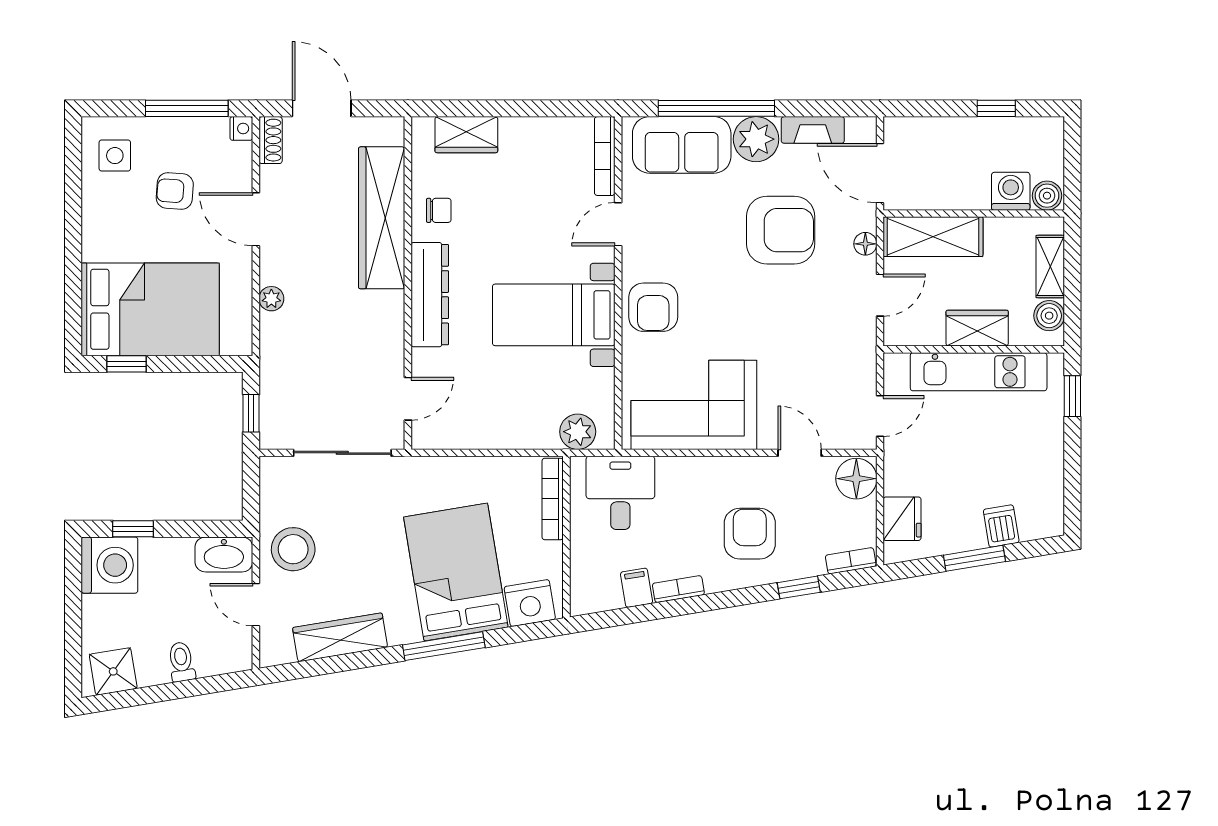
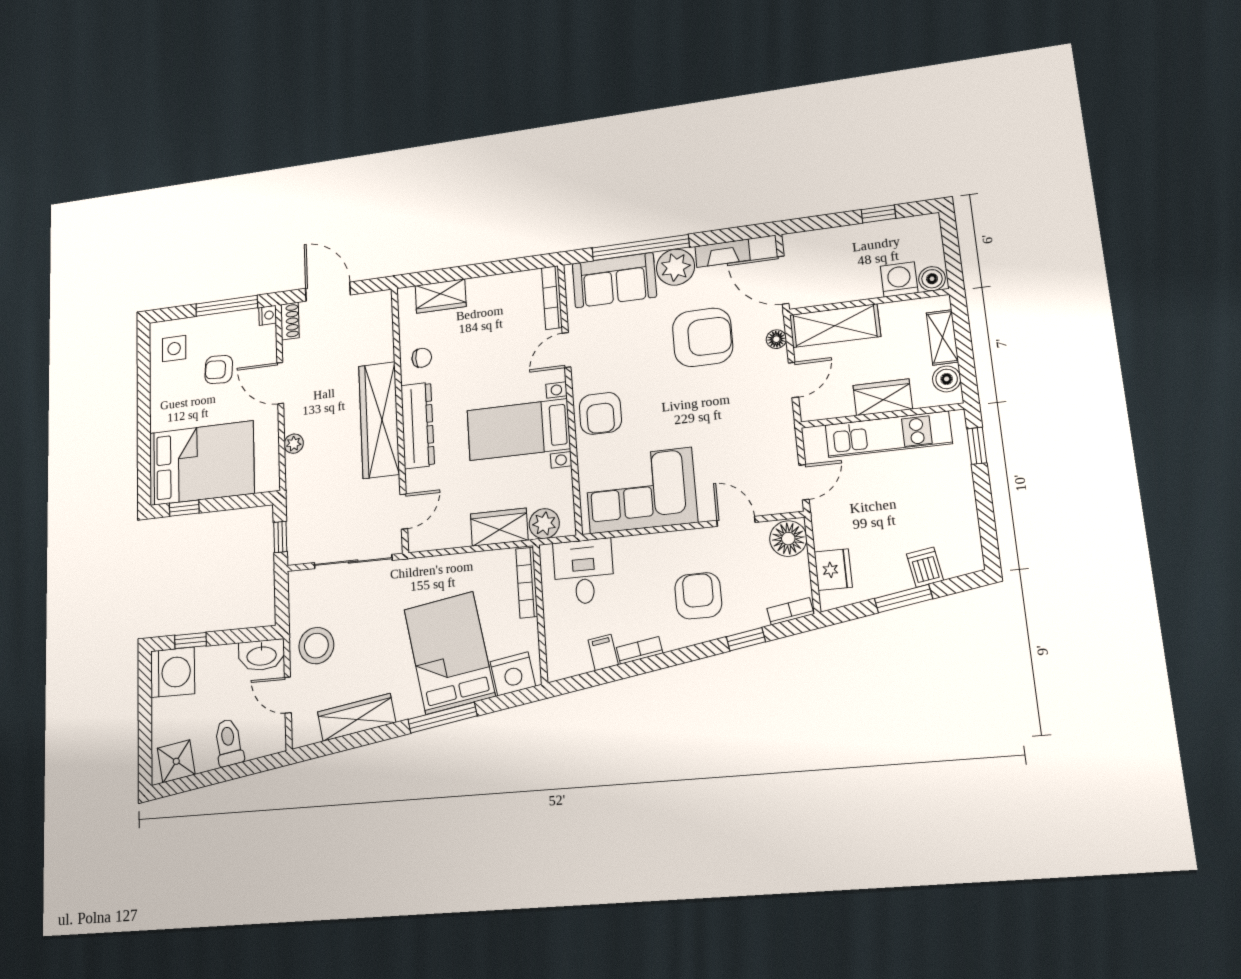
wardrobe: (382, 218) -> (379, 420), moved
wardrobe: (524, 430) -> (499, 527), added
toilet: (181, 662) -> (229, 743), width x1.37, depth x1.39

